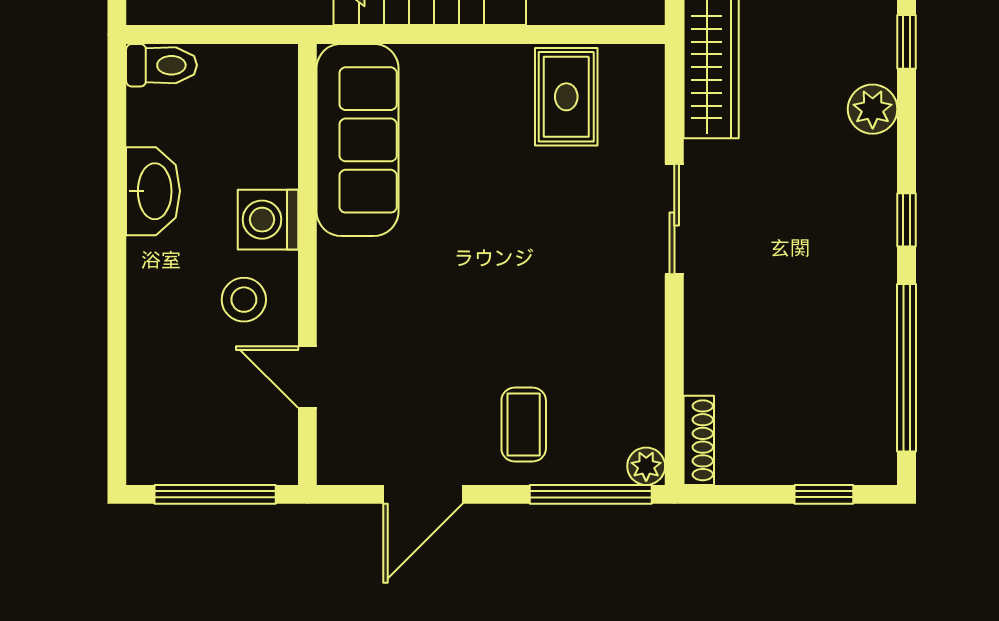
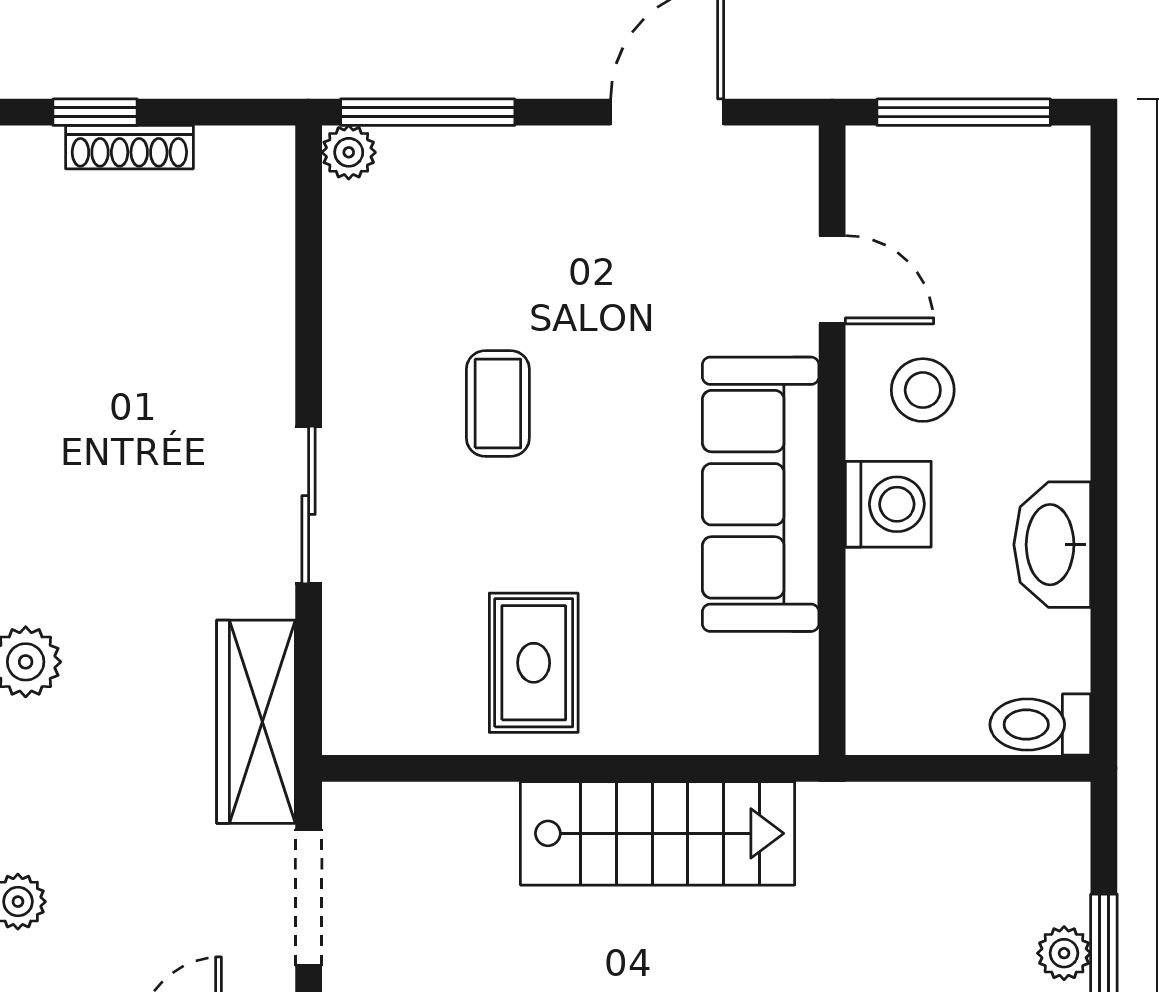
rug: (566, 97) -> (534, 663), moved
sofa: (357, 140) -> (761, 494), moved
coffee table: (524, 425) -> (498, 404), moved
shoe rack: (699, 440) -> (129, 147), moved, turned -90

